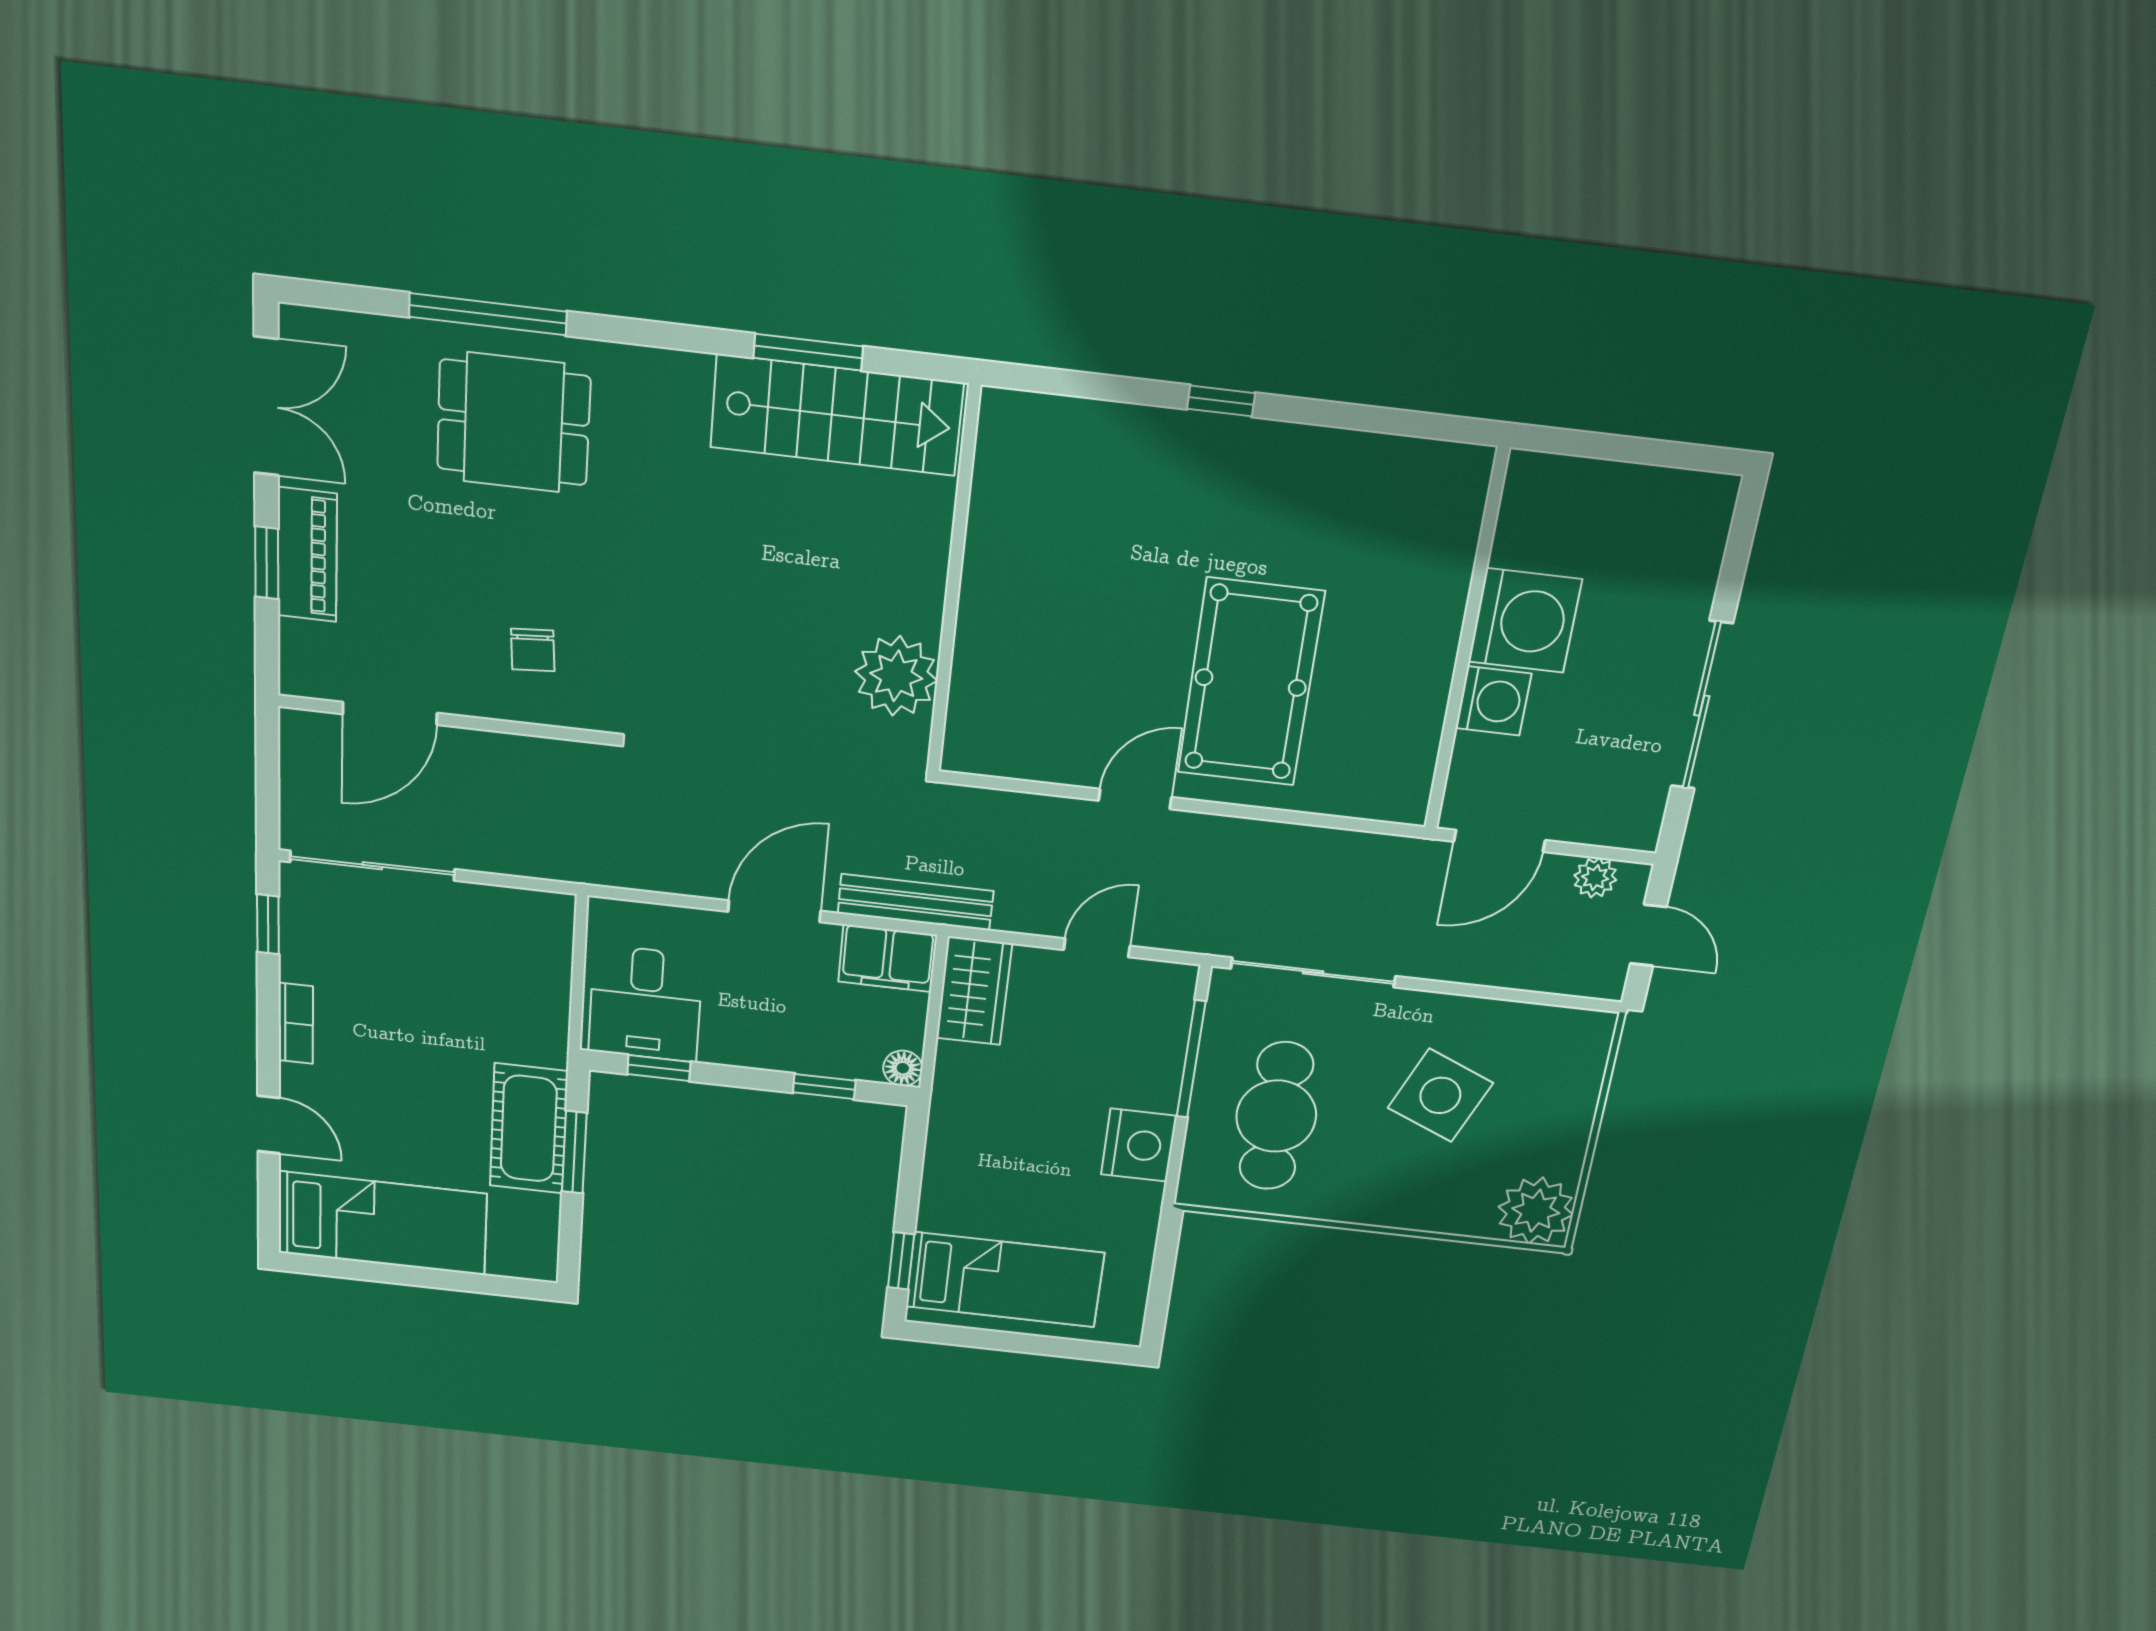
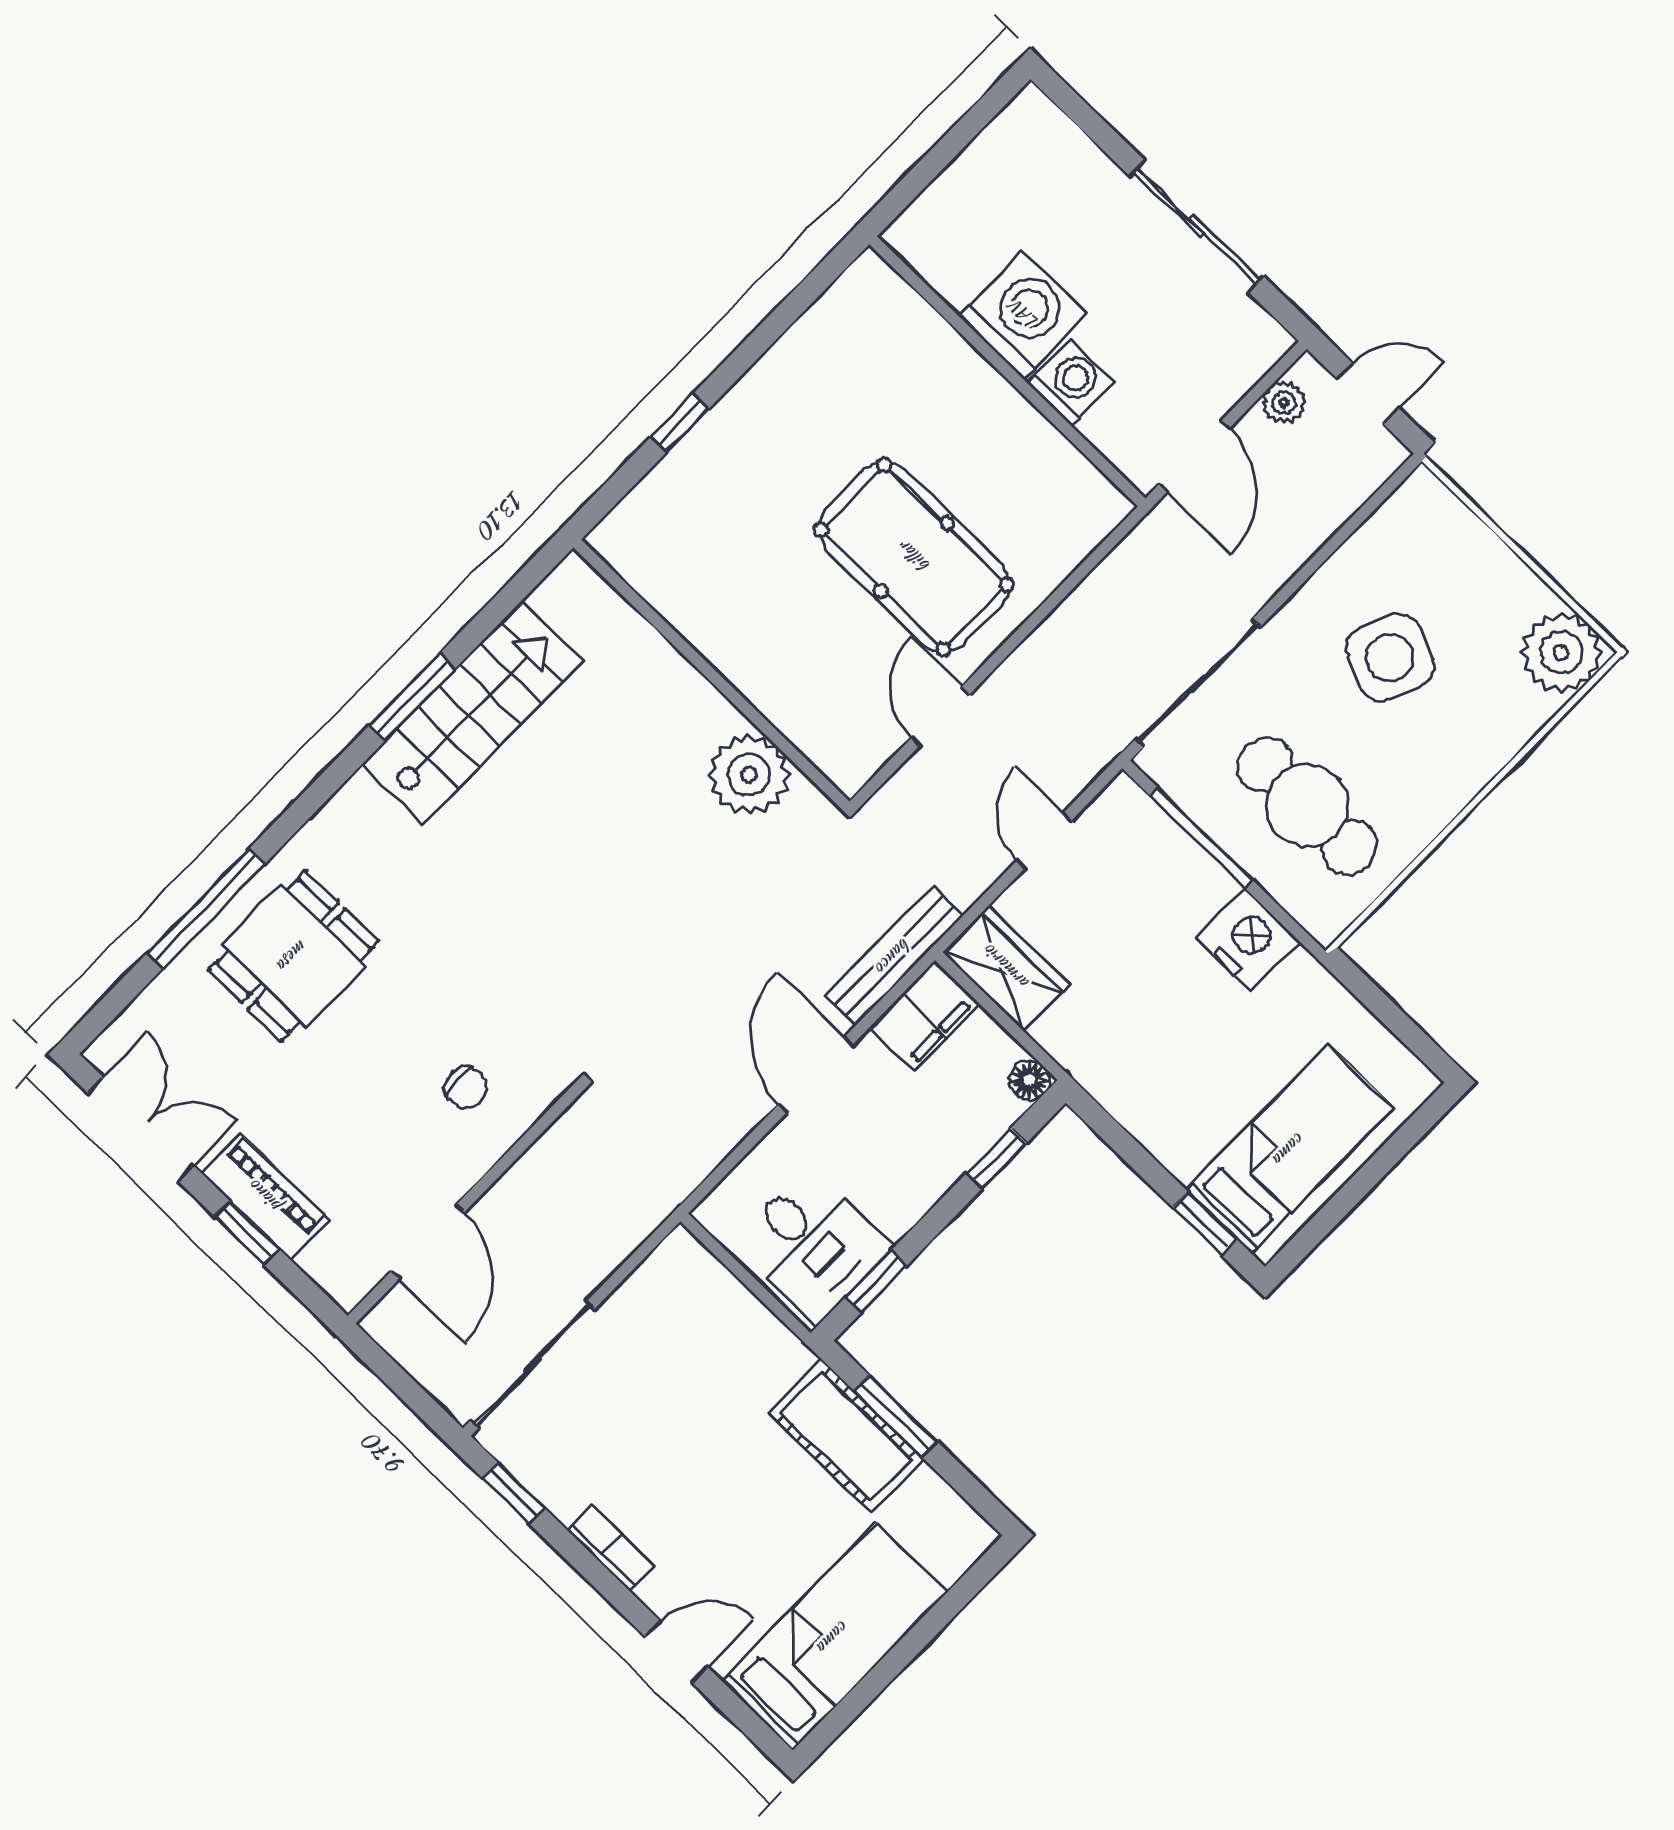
wall: (953, 583) -> (712, 675), moved
plant: (896, 676) -> (749, 775), moved

